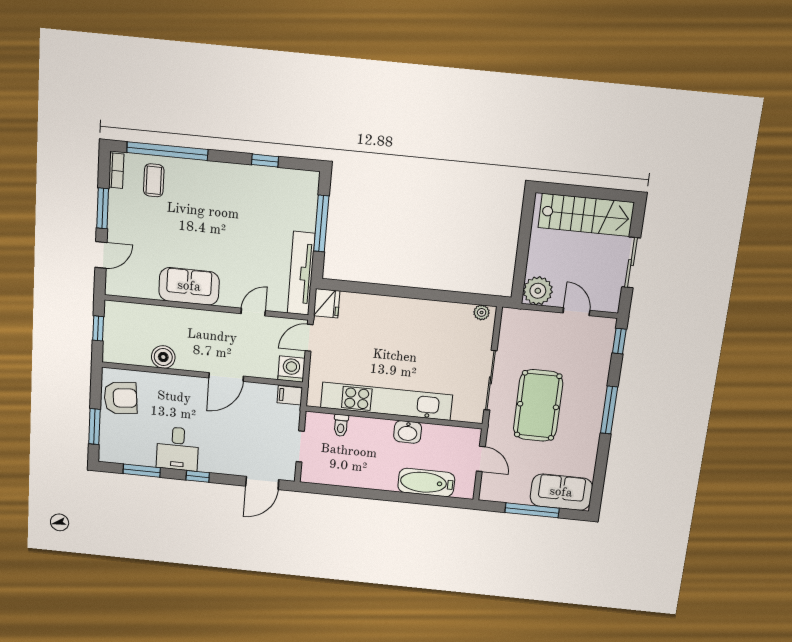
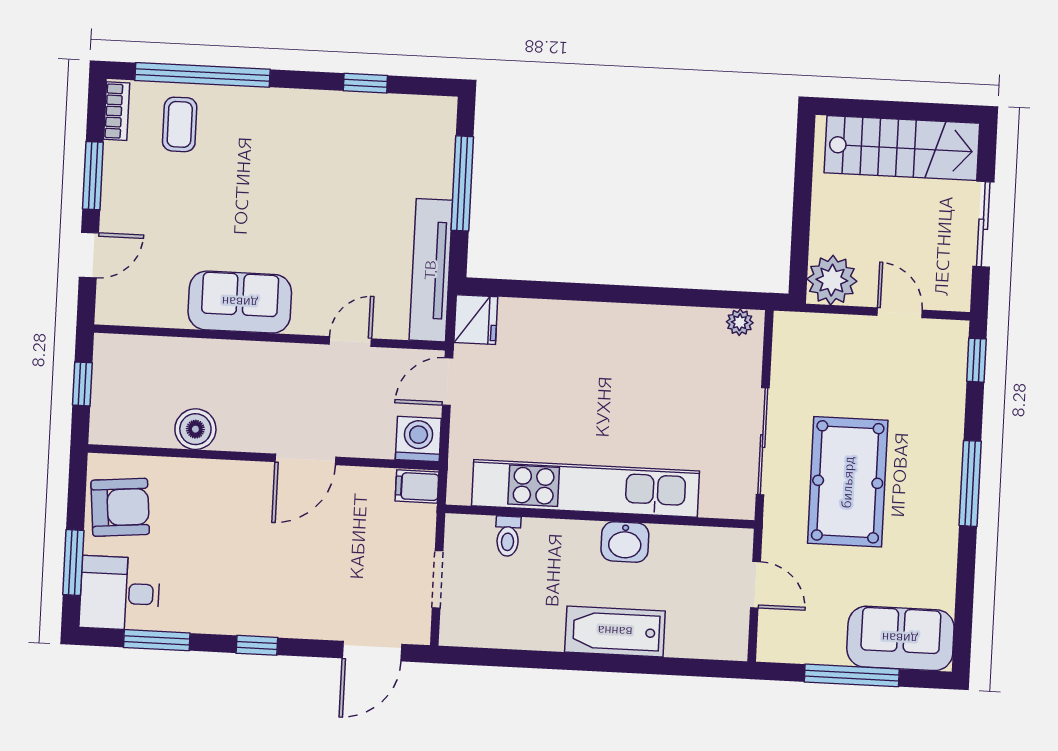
desk: (178, 449) -> (120, 593), moved, turned 90
bathtub: (426, 482) -> (615, 631), moved

